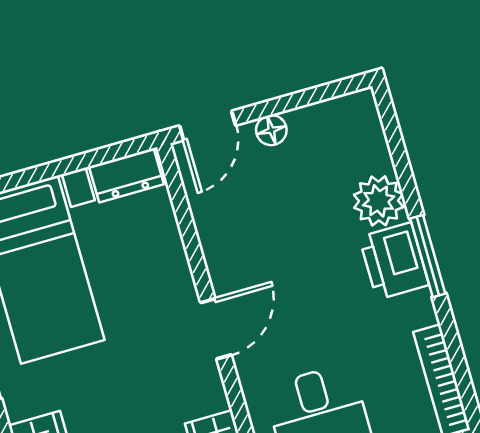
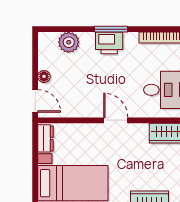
plant: (379, 201) -> (69, 42), moved

